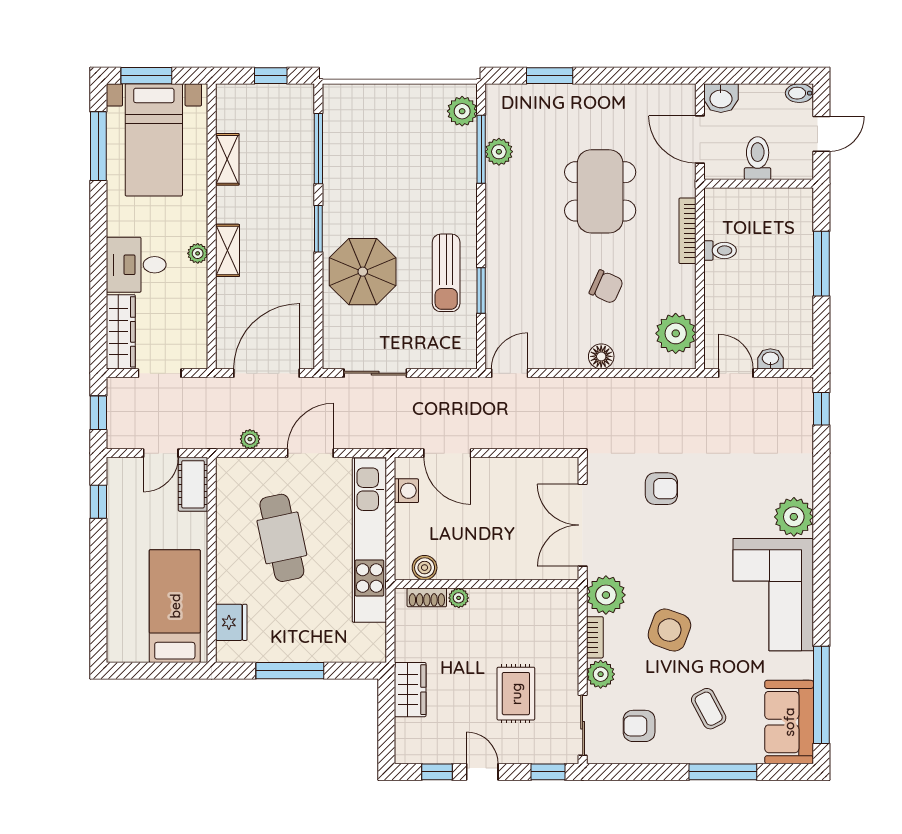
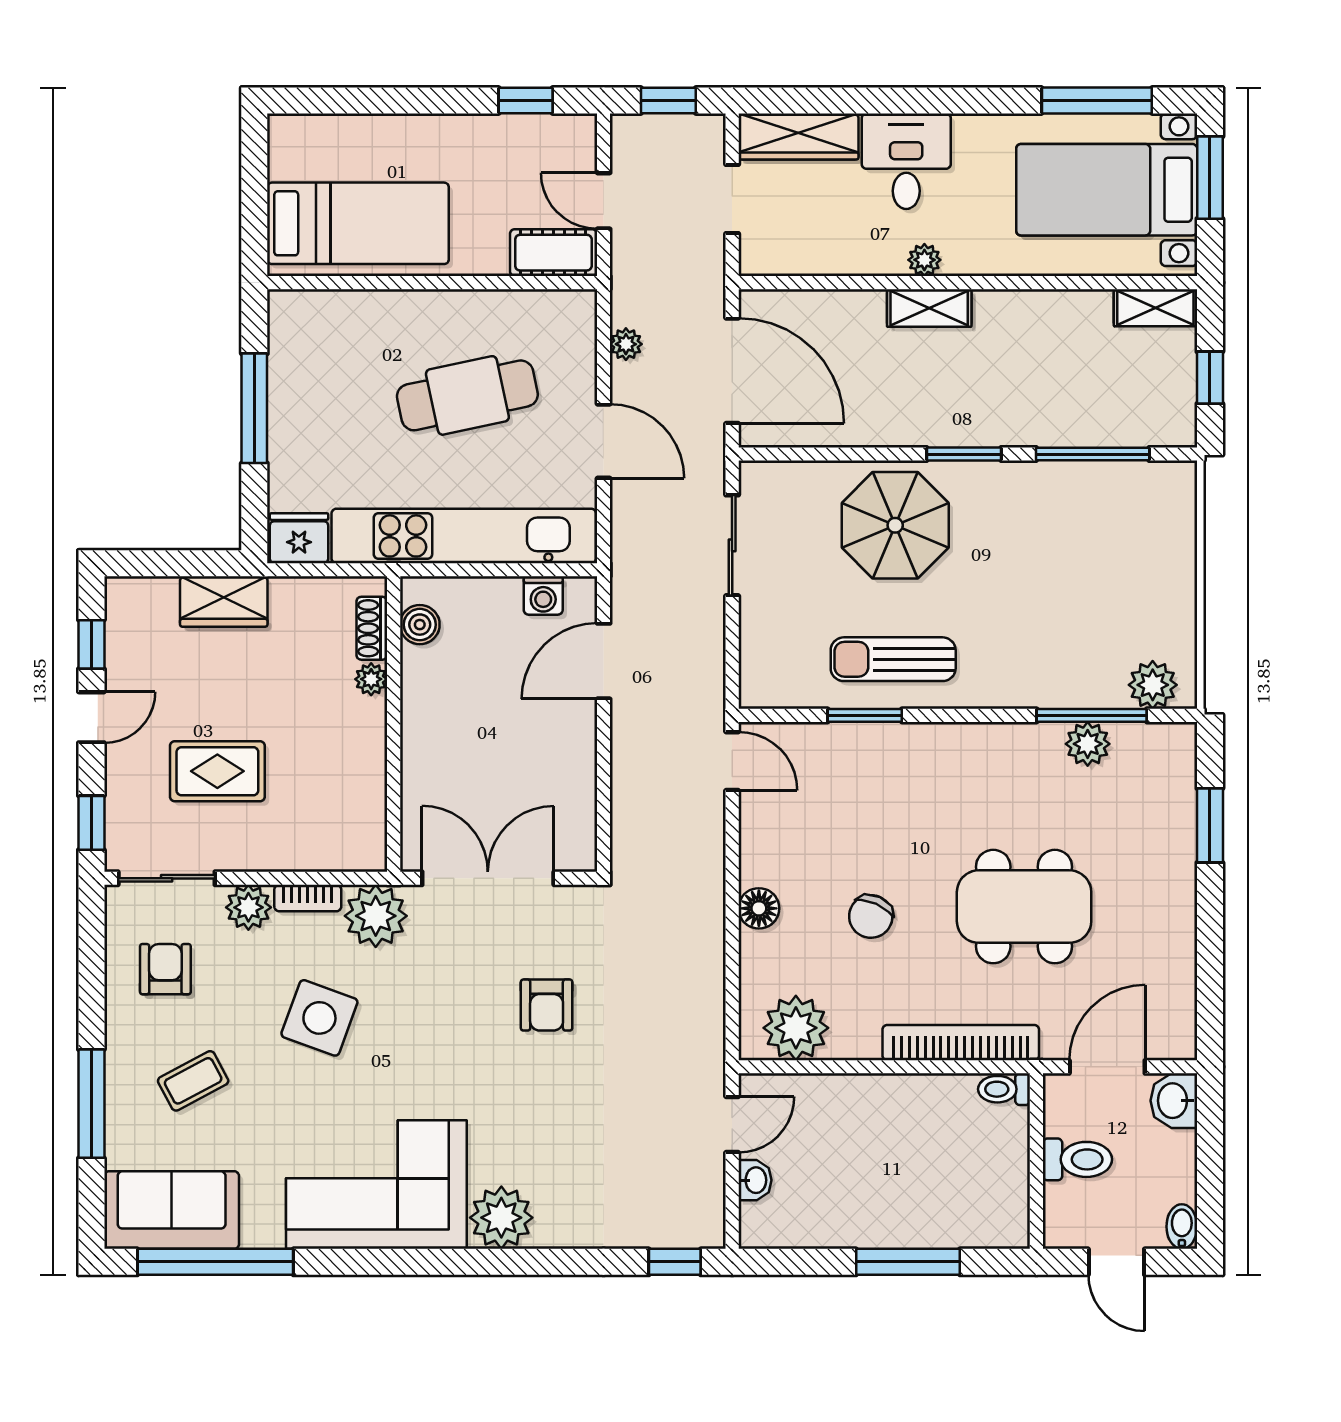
shelving: (227, 159) -> (1155, 308), moved
bookcase: (687, 231) -> (961, 1043), width x1.48, depth x1.31
toilet: (720, 251) -> (1004, 1089), moved, turned 90
fridge: (231, 622) -> (299, 538), moved, turned 180

